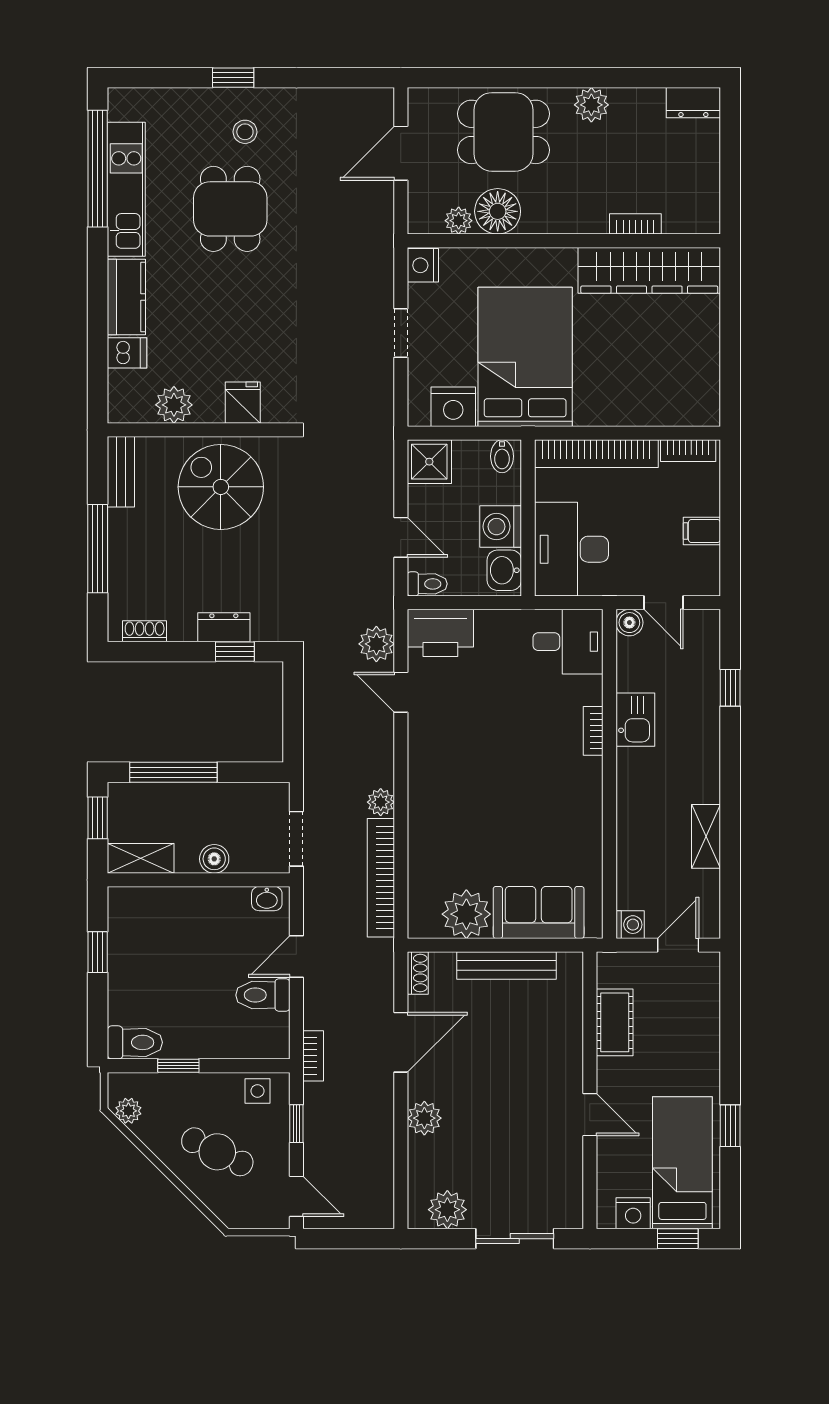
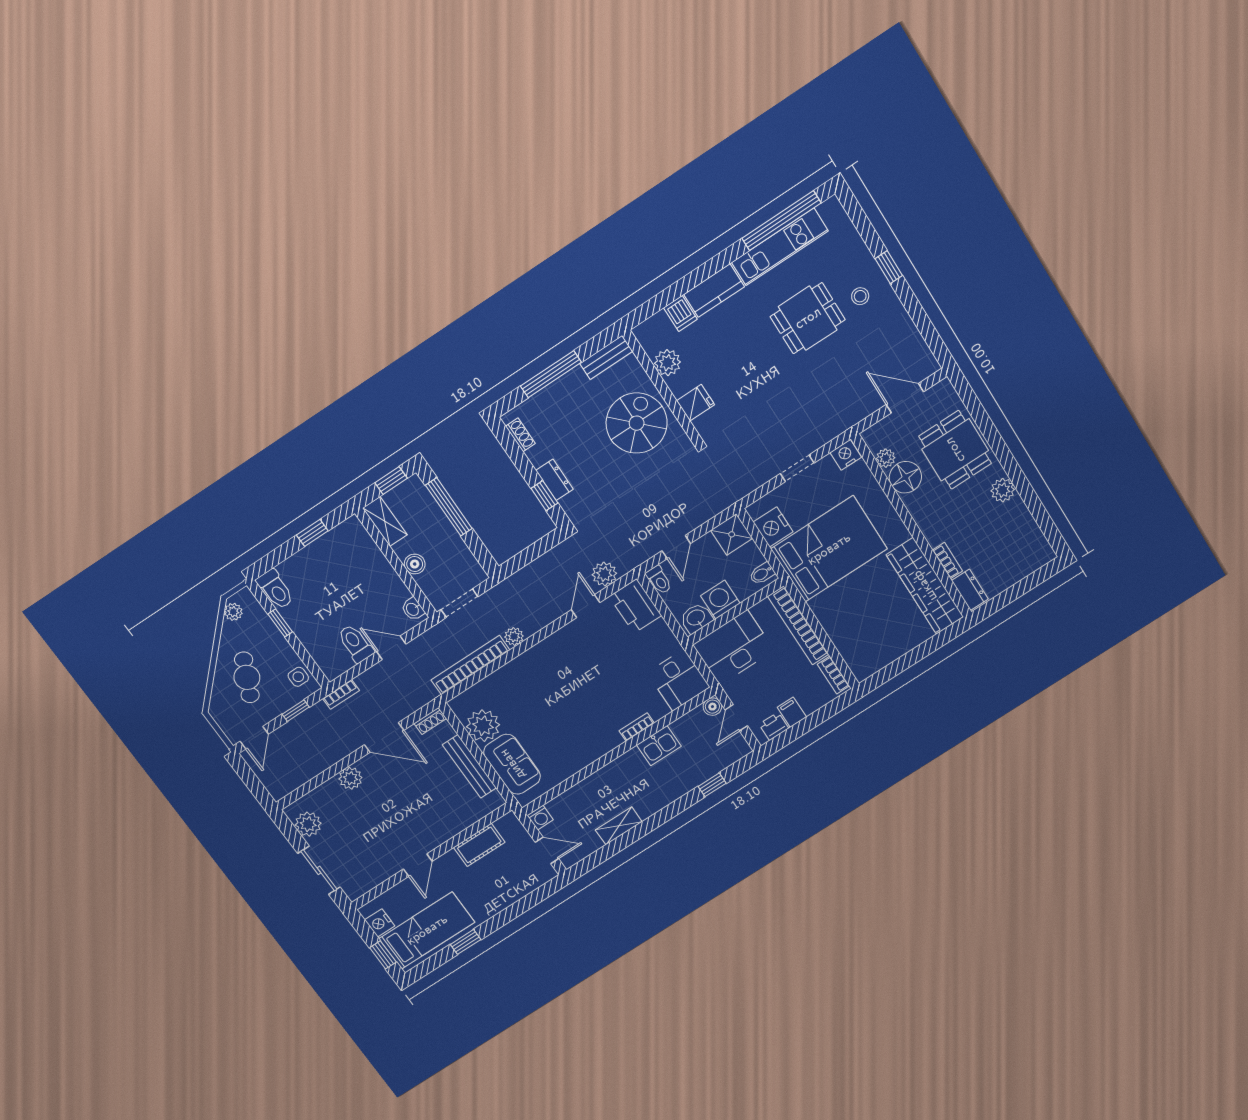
dresser: (693, 103) -> (970, 590), moved, turned 180
printer: (705, 564) -> (774, 726), added

